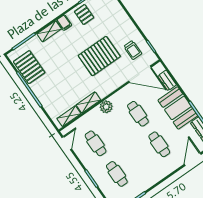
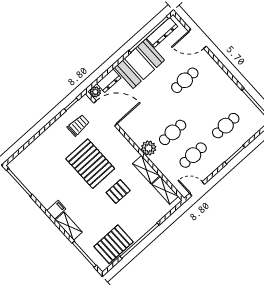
pallet: (84, 15) -> (118, 192), moved
plant: (159, 68) -> (95, 92), added
door: (140, 74) -> (105, 113), hinge flipped
cafe table: (138, 114) -> (173, 132), moved

